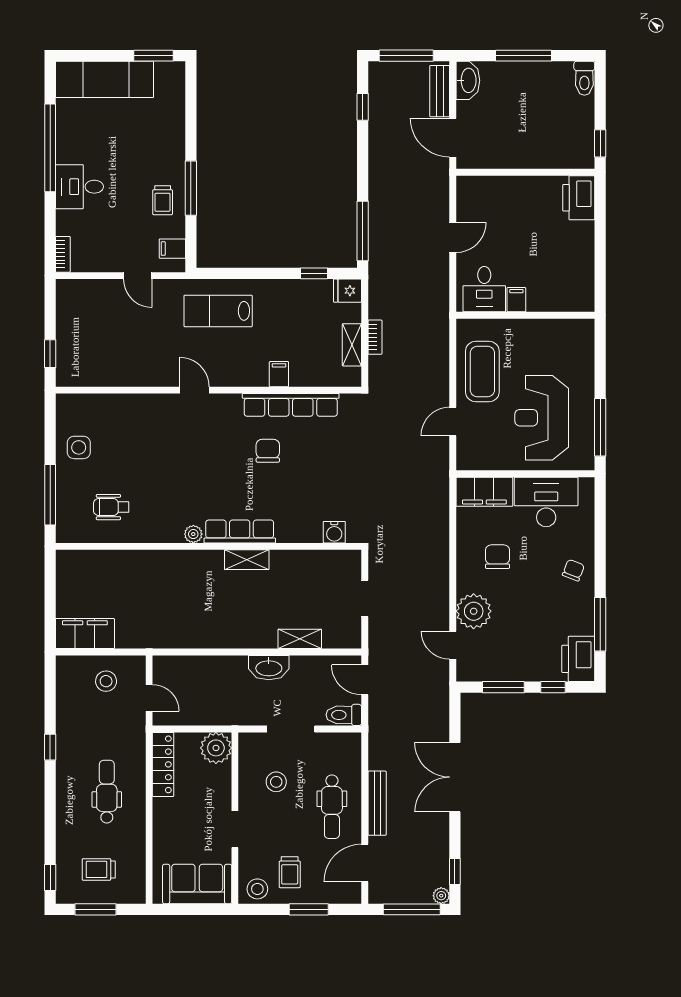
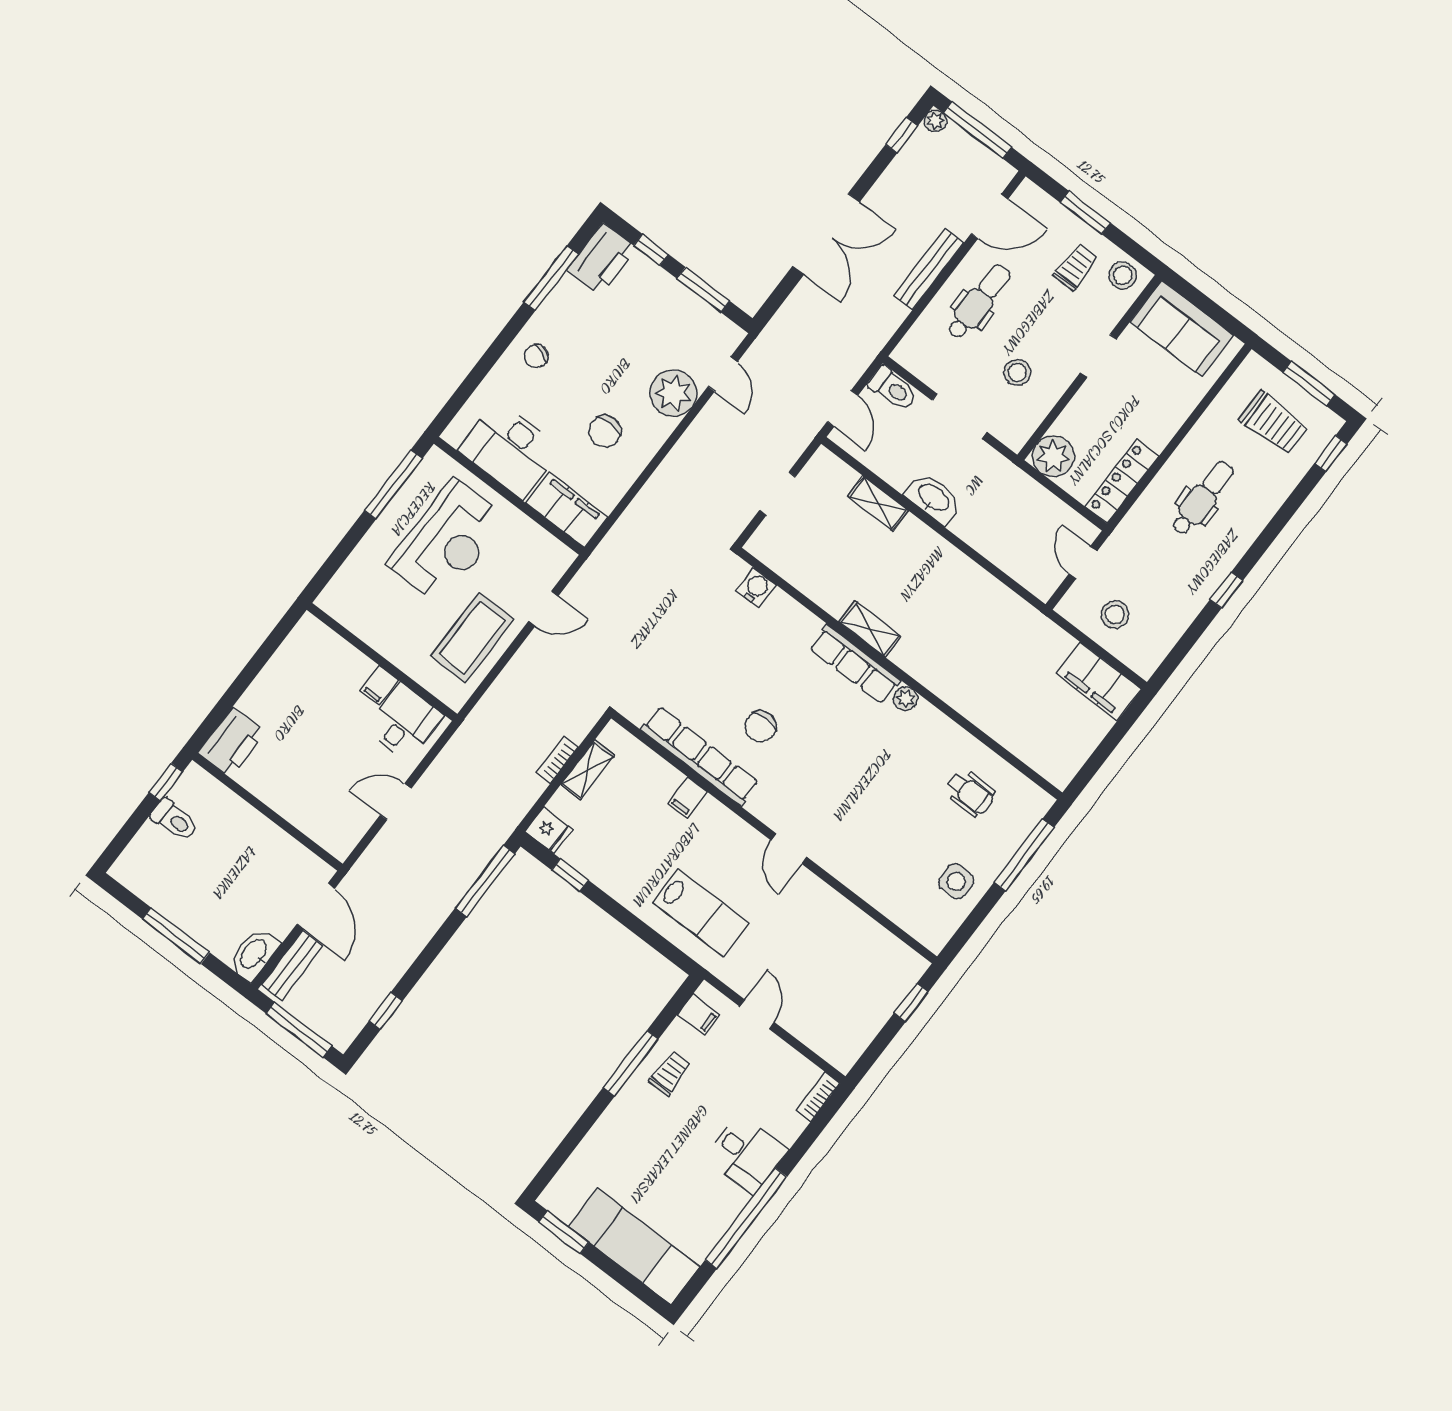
toilet: (584, 78) -> (174, 820), moved, turned 90
dental chair: (107, 792) -> (1203, 498), turned 180
trolley: (99, 869) -> (1273, 423), width x1.36, depth x1.39

